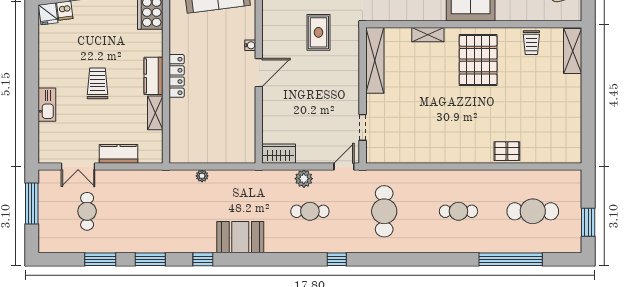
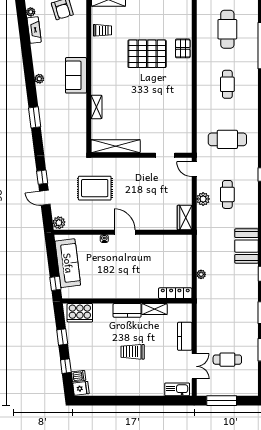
rug: (318, 32) -> (95, 188), width x1.36, depth x1.43
pallet: (478, 60) -> (147, 54), moved
locker: (177, 76) -> (175, 293), moved
kitchen sink: (47, 105) -> (177, 389), moved

